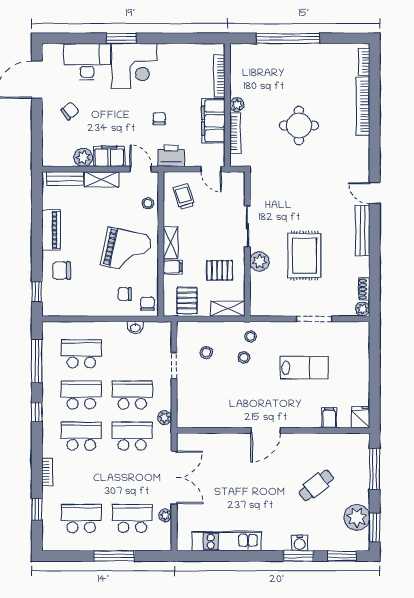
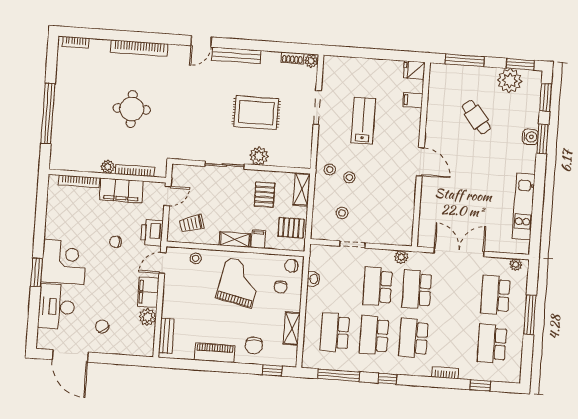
bookcase: (363, 106) -> (139, 48), moved
shelving: (102, 179) -> (292, 328), moved
plant: (165, 515) -> (516, 265), moved

